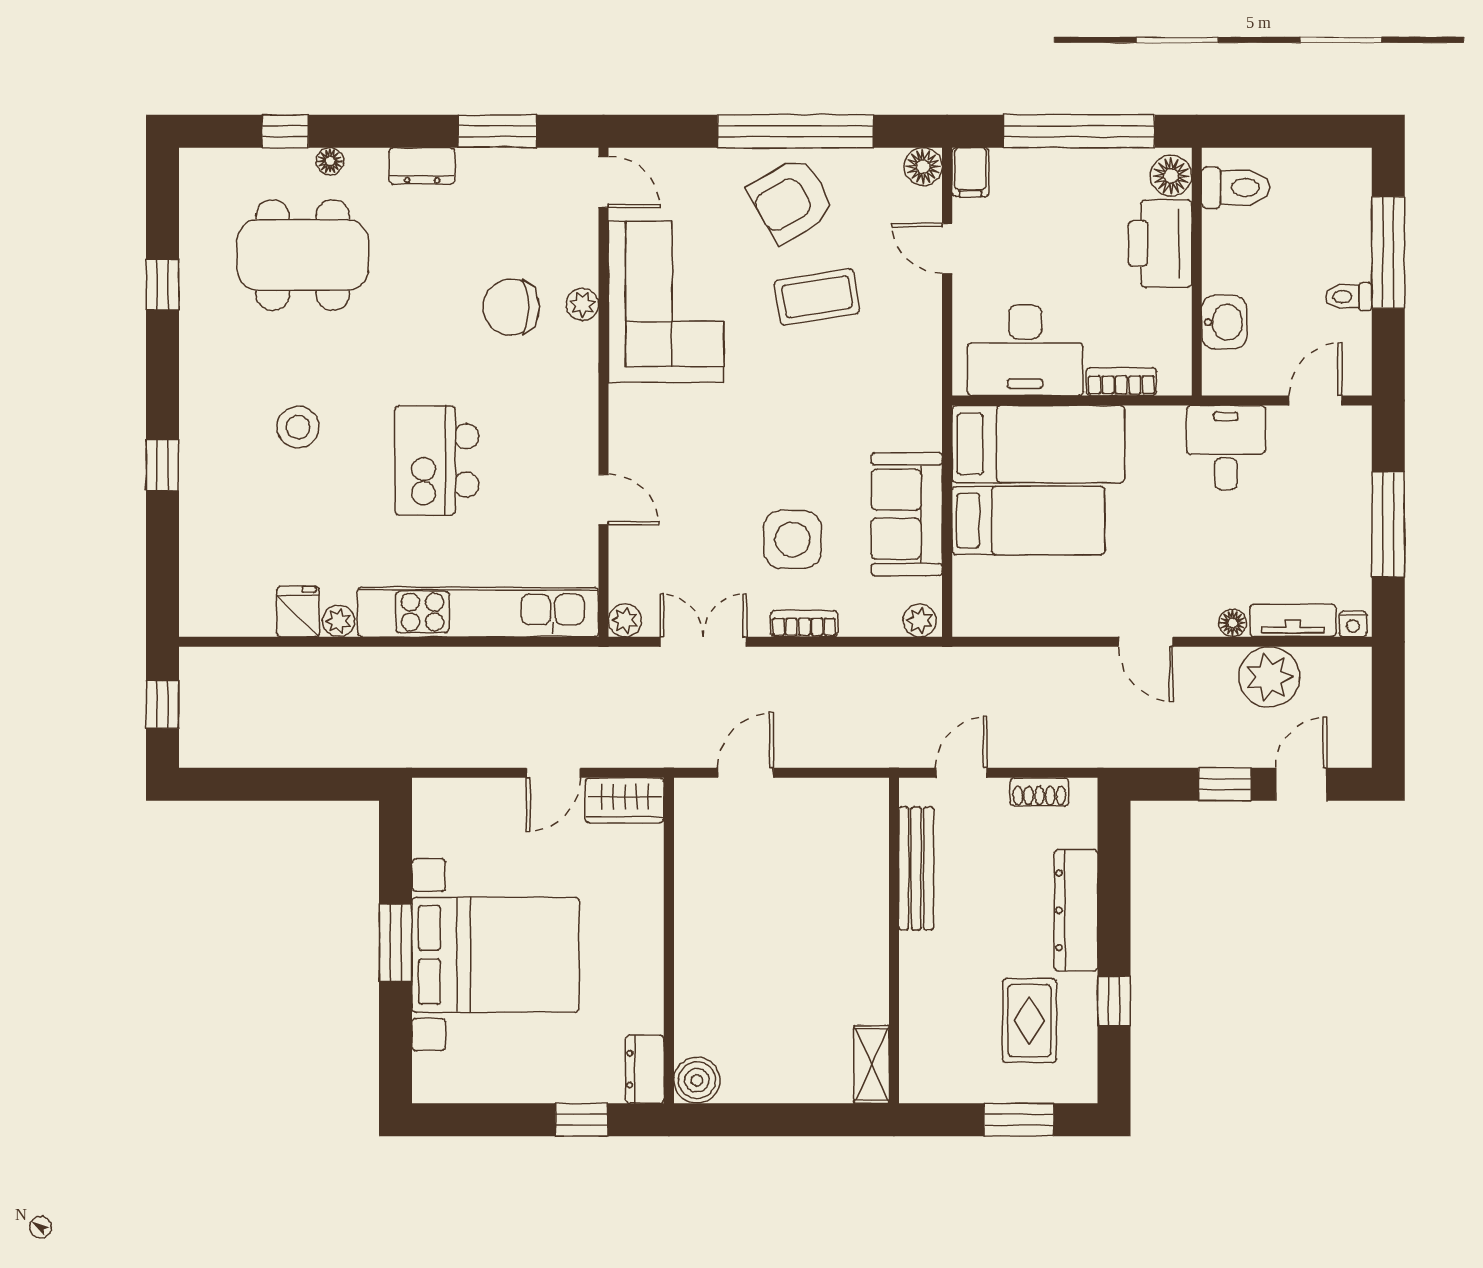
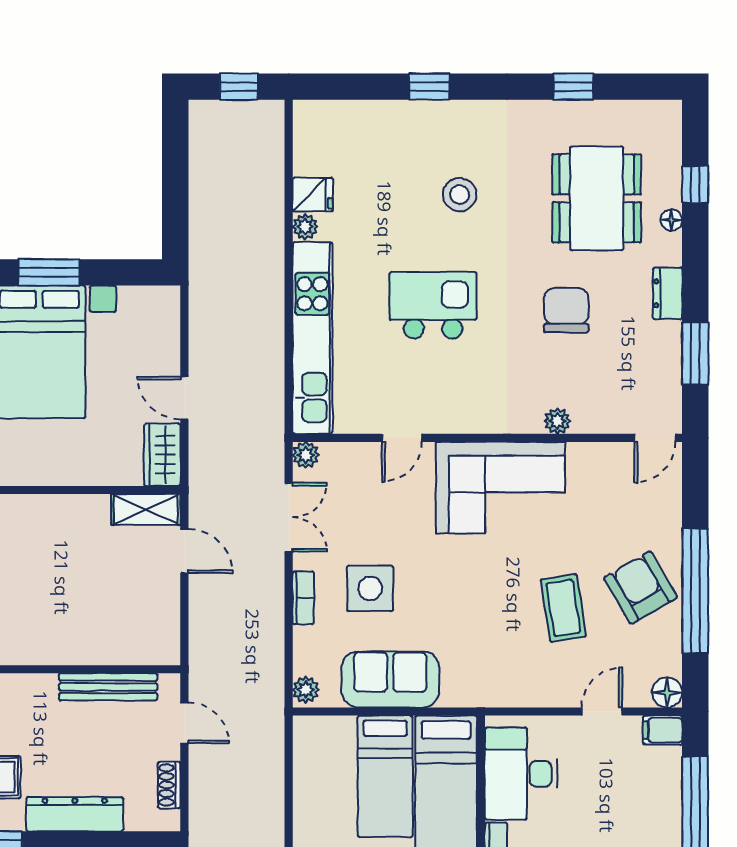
corner sofa: (666, 302) -> (500, 488), moved
chair: (511, 307) -> (566, 310), moved
shelving: (693, 821) -> (146, 509), added

